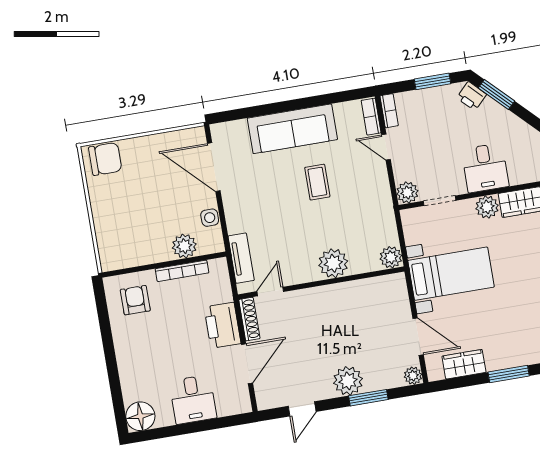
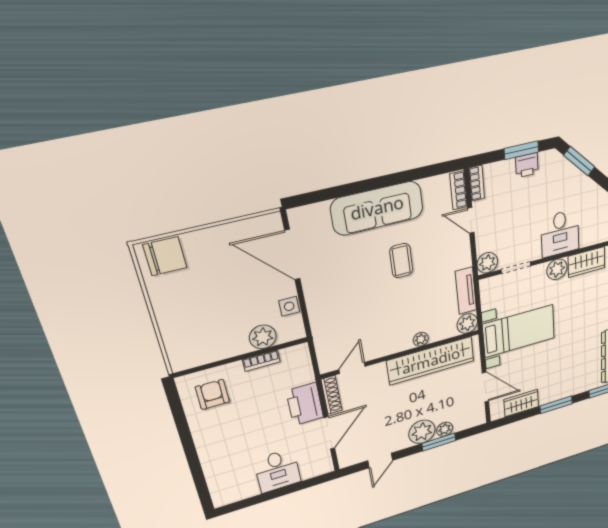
printer: (472, 96) -> (527, 165), moved, turned -45
tv unit: (241, 258) -> (466, 291), moved, turned 180
plant: (333, 263) -> (421, 339), width x0.53, depth x0.53
bookcase: (182, 271) -> (261, 361), width x0.64
wardrobe: (353, 295) -> (431, 361), added
plant: (413, 376) -> (445, 429), moved
floor lamp: (140, 416) -> (225, 493), removed

